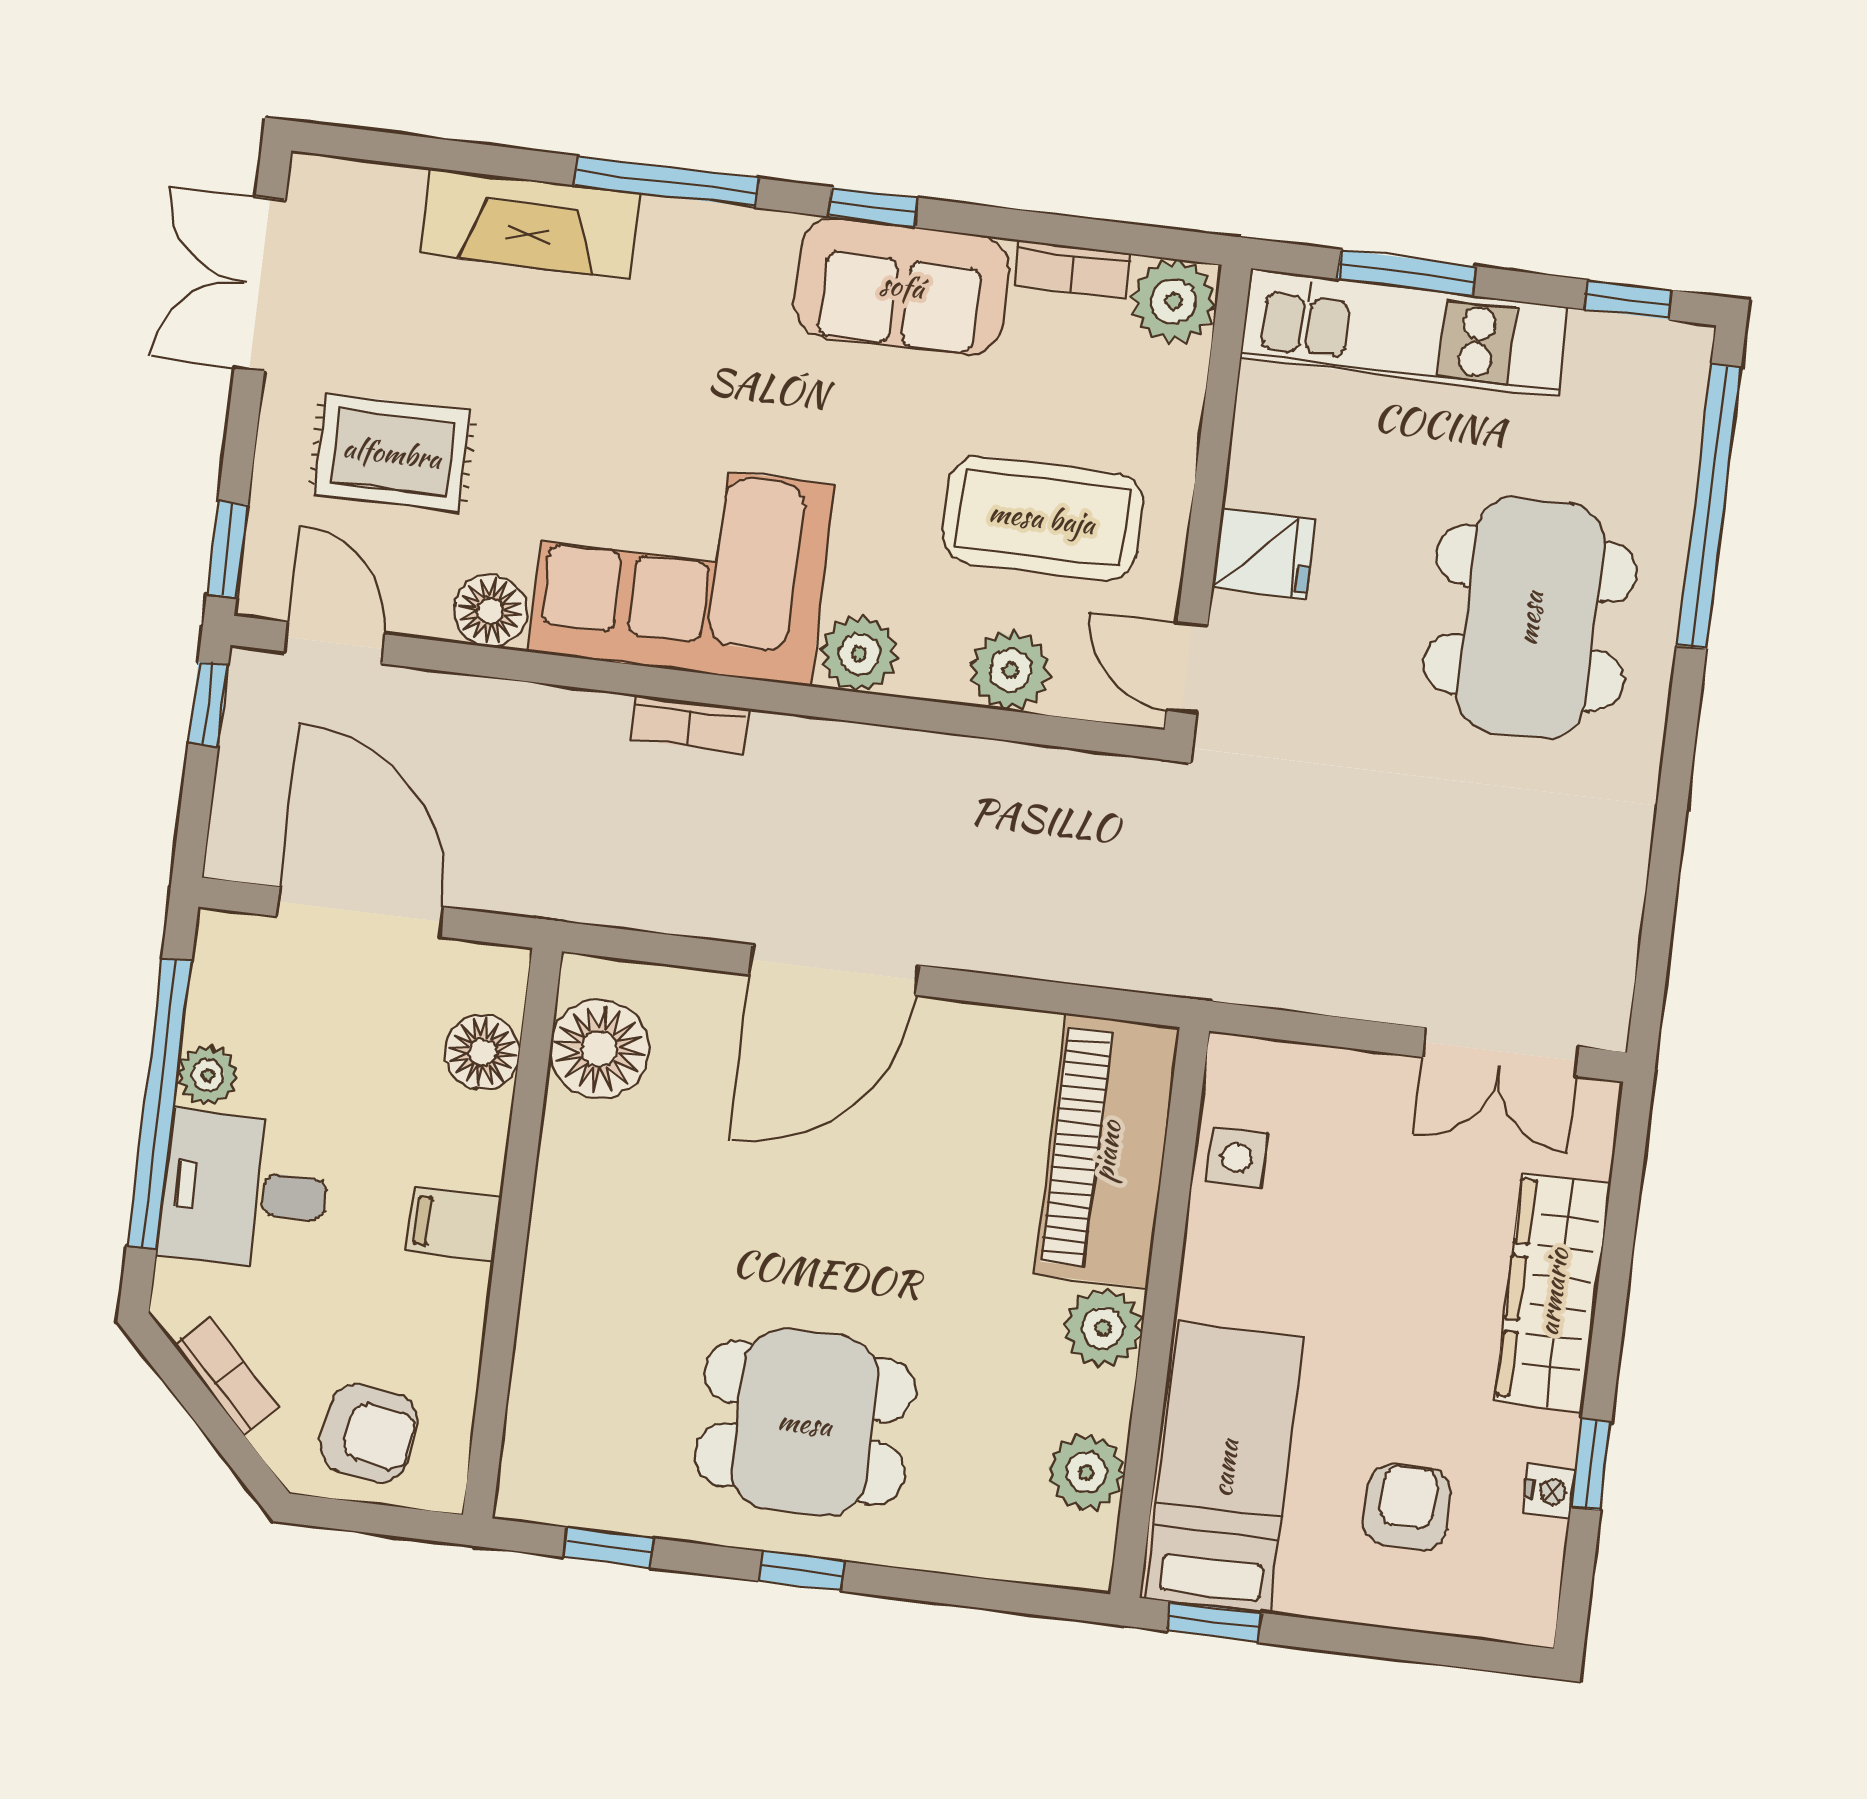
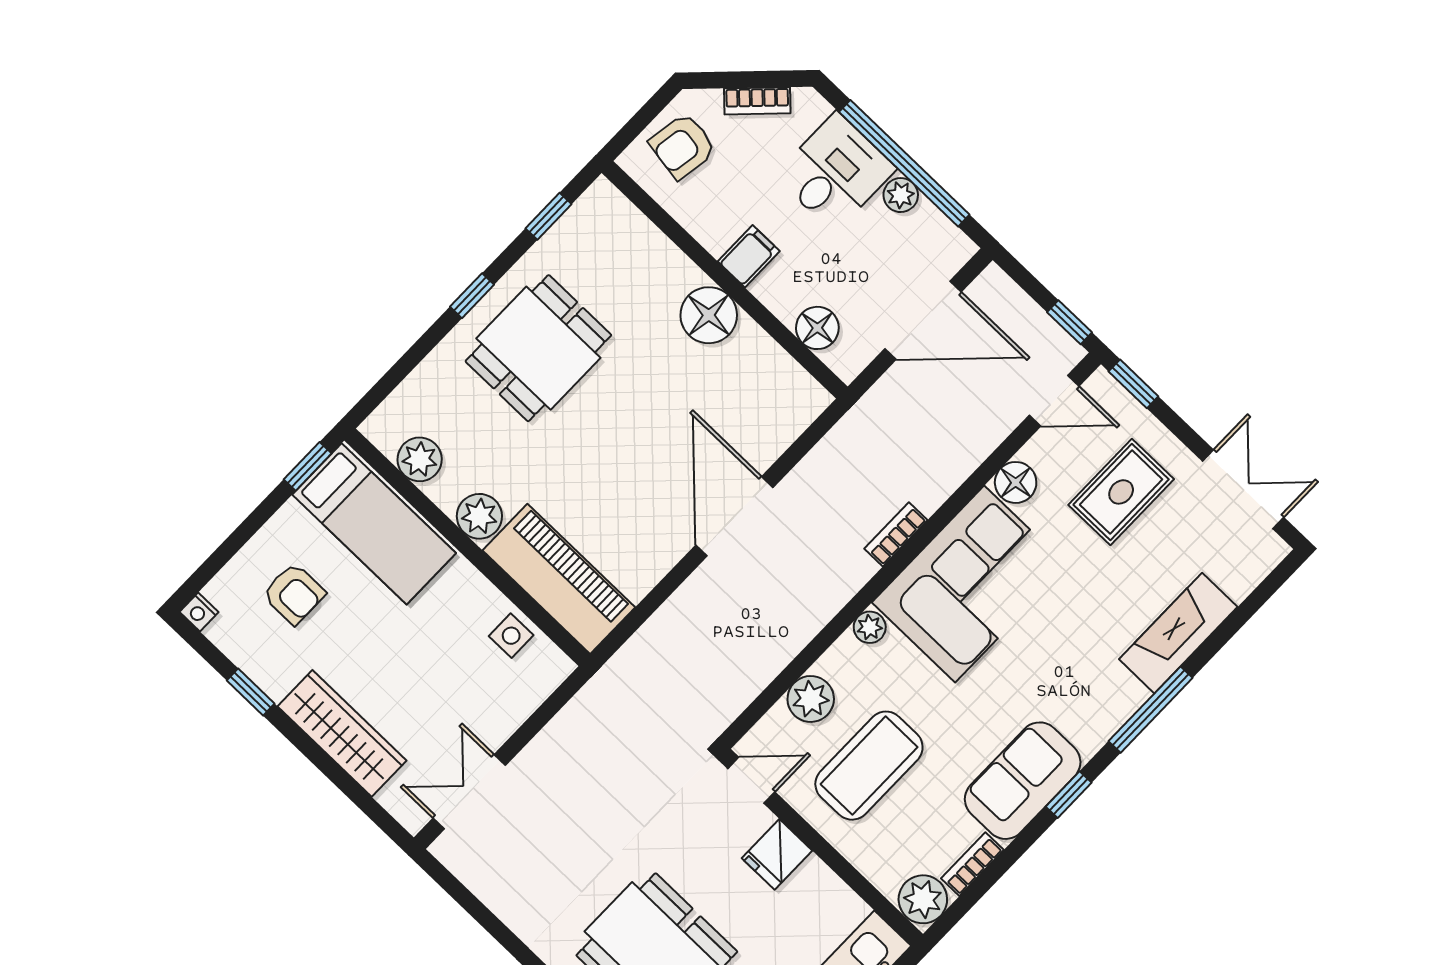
plant: (859, 654) -> (870, 627), width x0.73, depth x0.73
floor lamp: (600, 1049) -> (709, 315), moved
nightstand: (1549, 1491) -> (199, 612), moved

